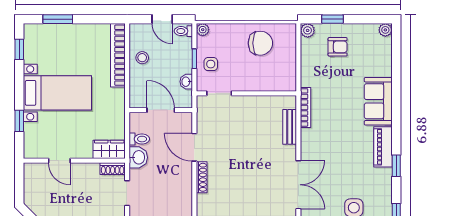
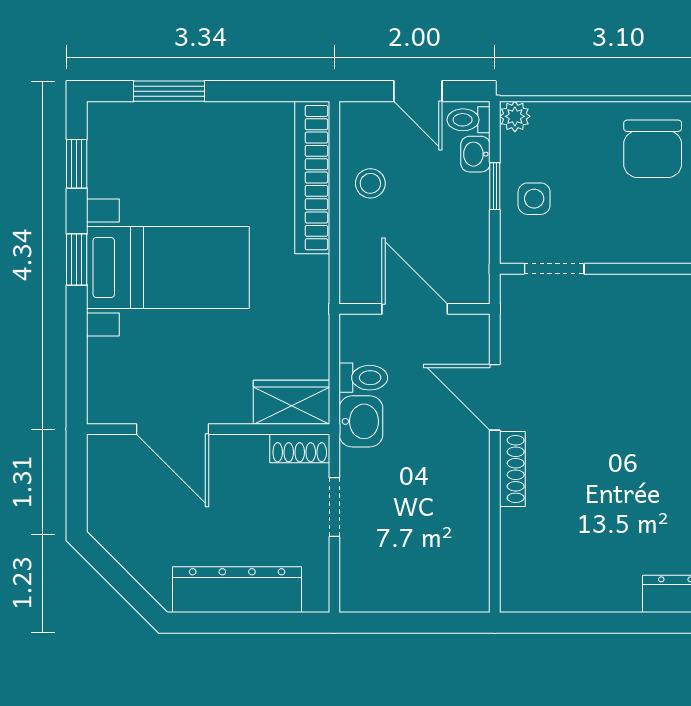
chair: (260, 43) -> (653, 149), turned 90
washbasin: (186, 82) -> (475, 154), moved
window: (19, 121) -> (77, 259), moved
door: (59, 161) -> (172, 429), width x1.38

